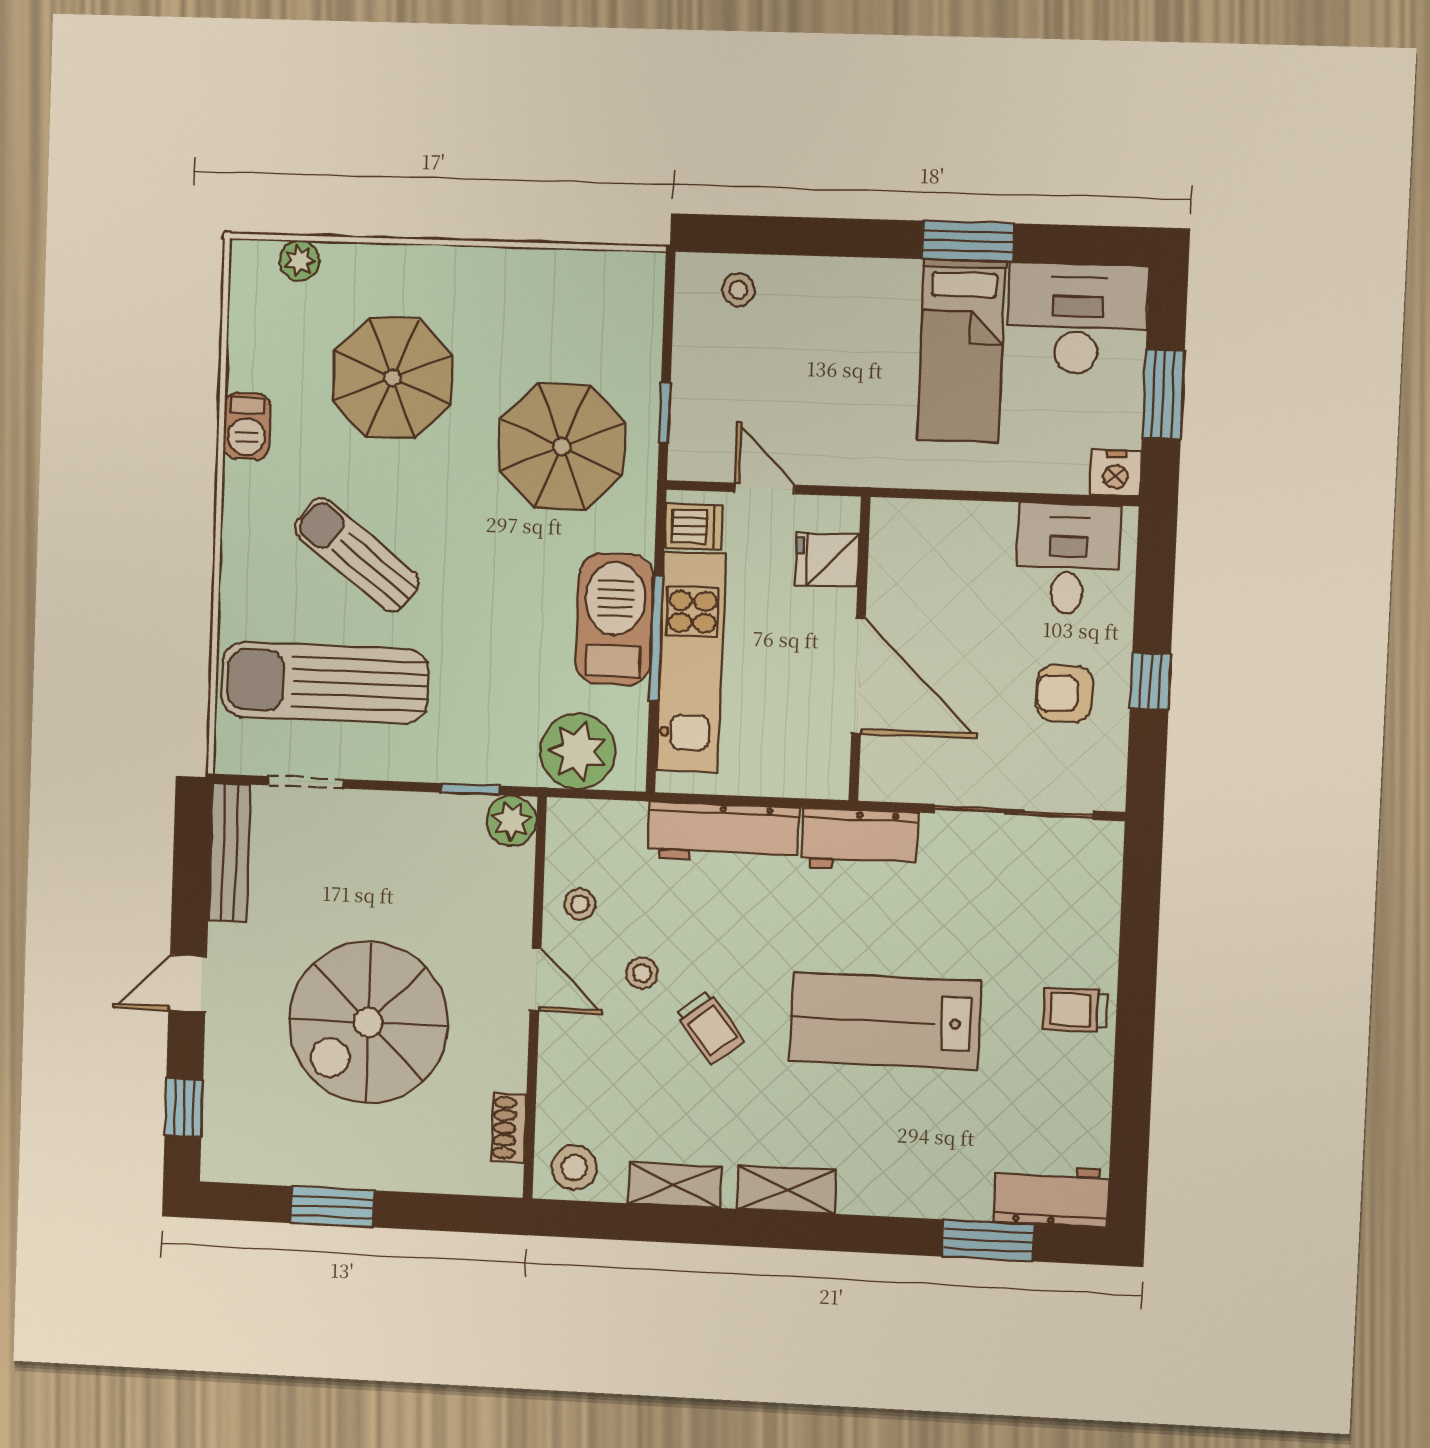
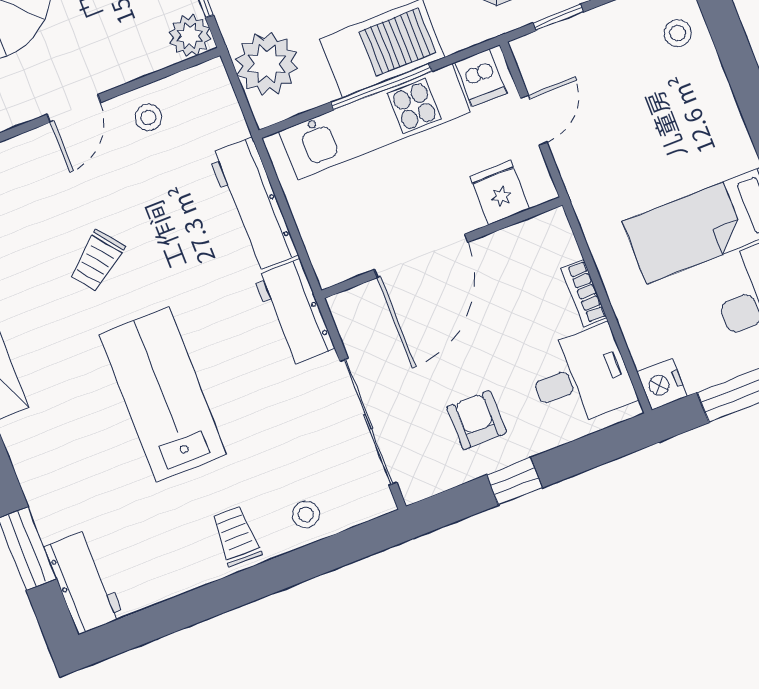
bookcase: (977, 516) -> (584, 293), added
stool: (642, 973) -> (306, 515), moved

